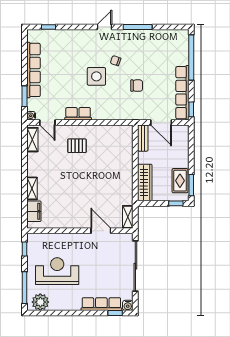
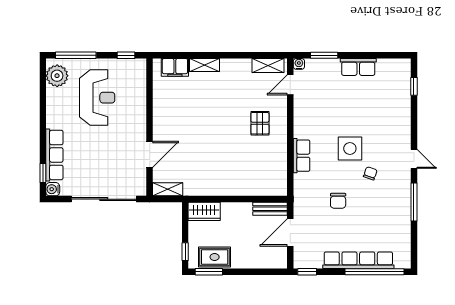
row of seats: (34, 70) -> (358, 67), width x0.50
row of seats: (182, 93) -> (358, 260), moved
row of seats: (78, 114) -> (302, 156), moved
wardrobe: (145, 183) -> (204, 211), width x0.67

